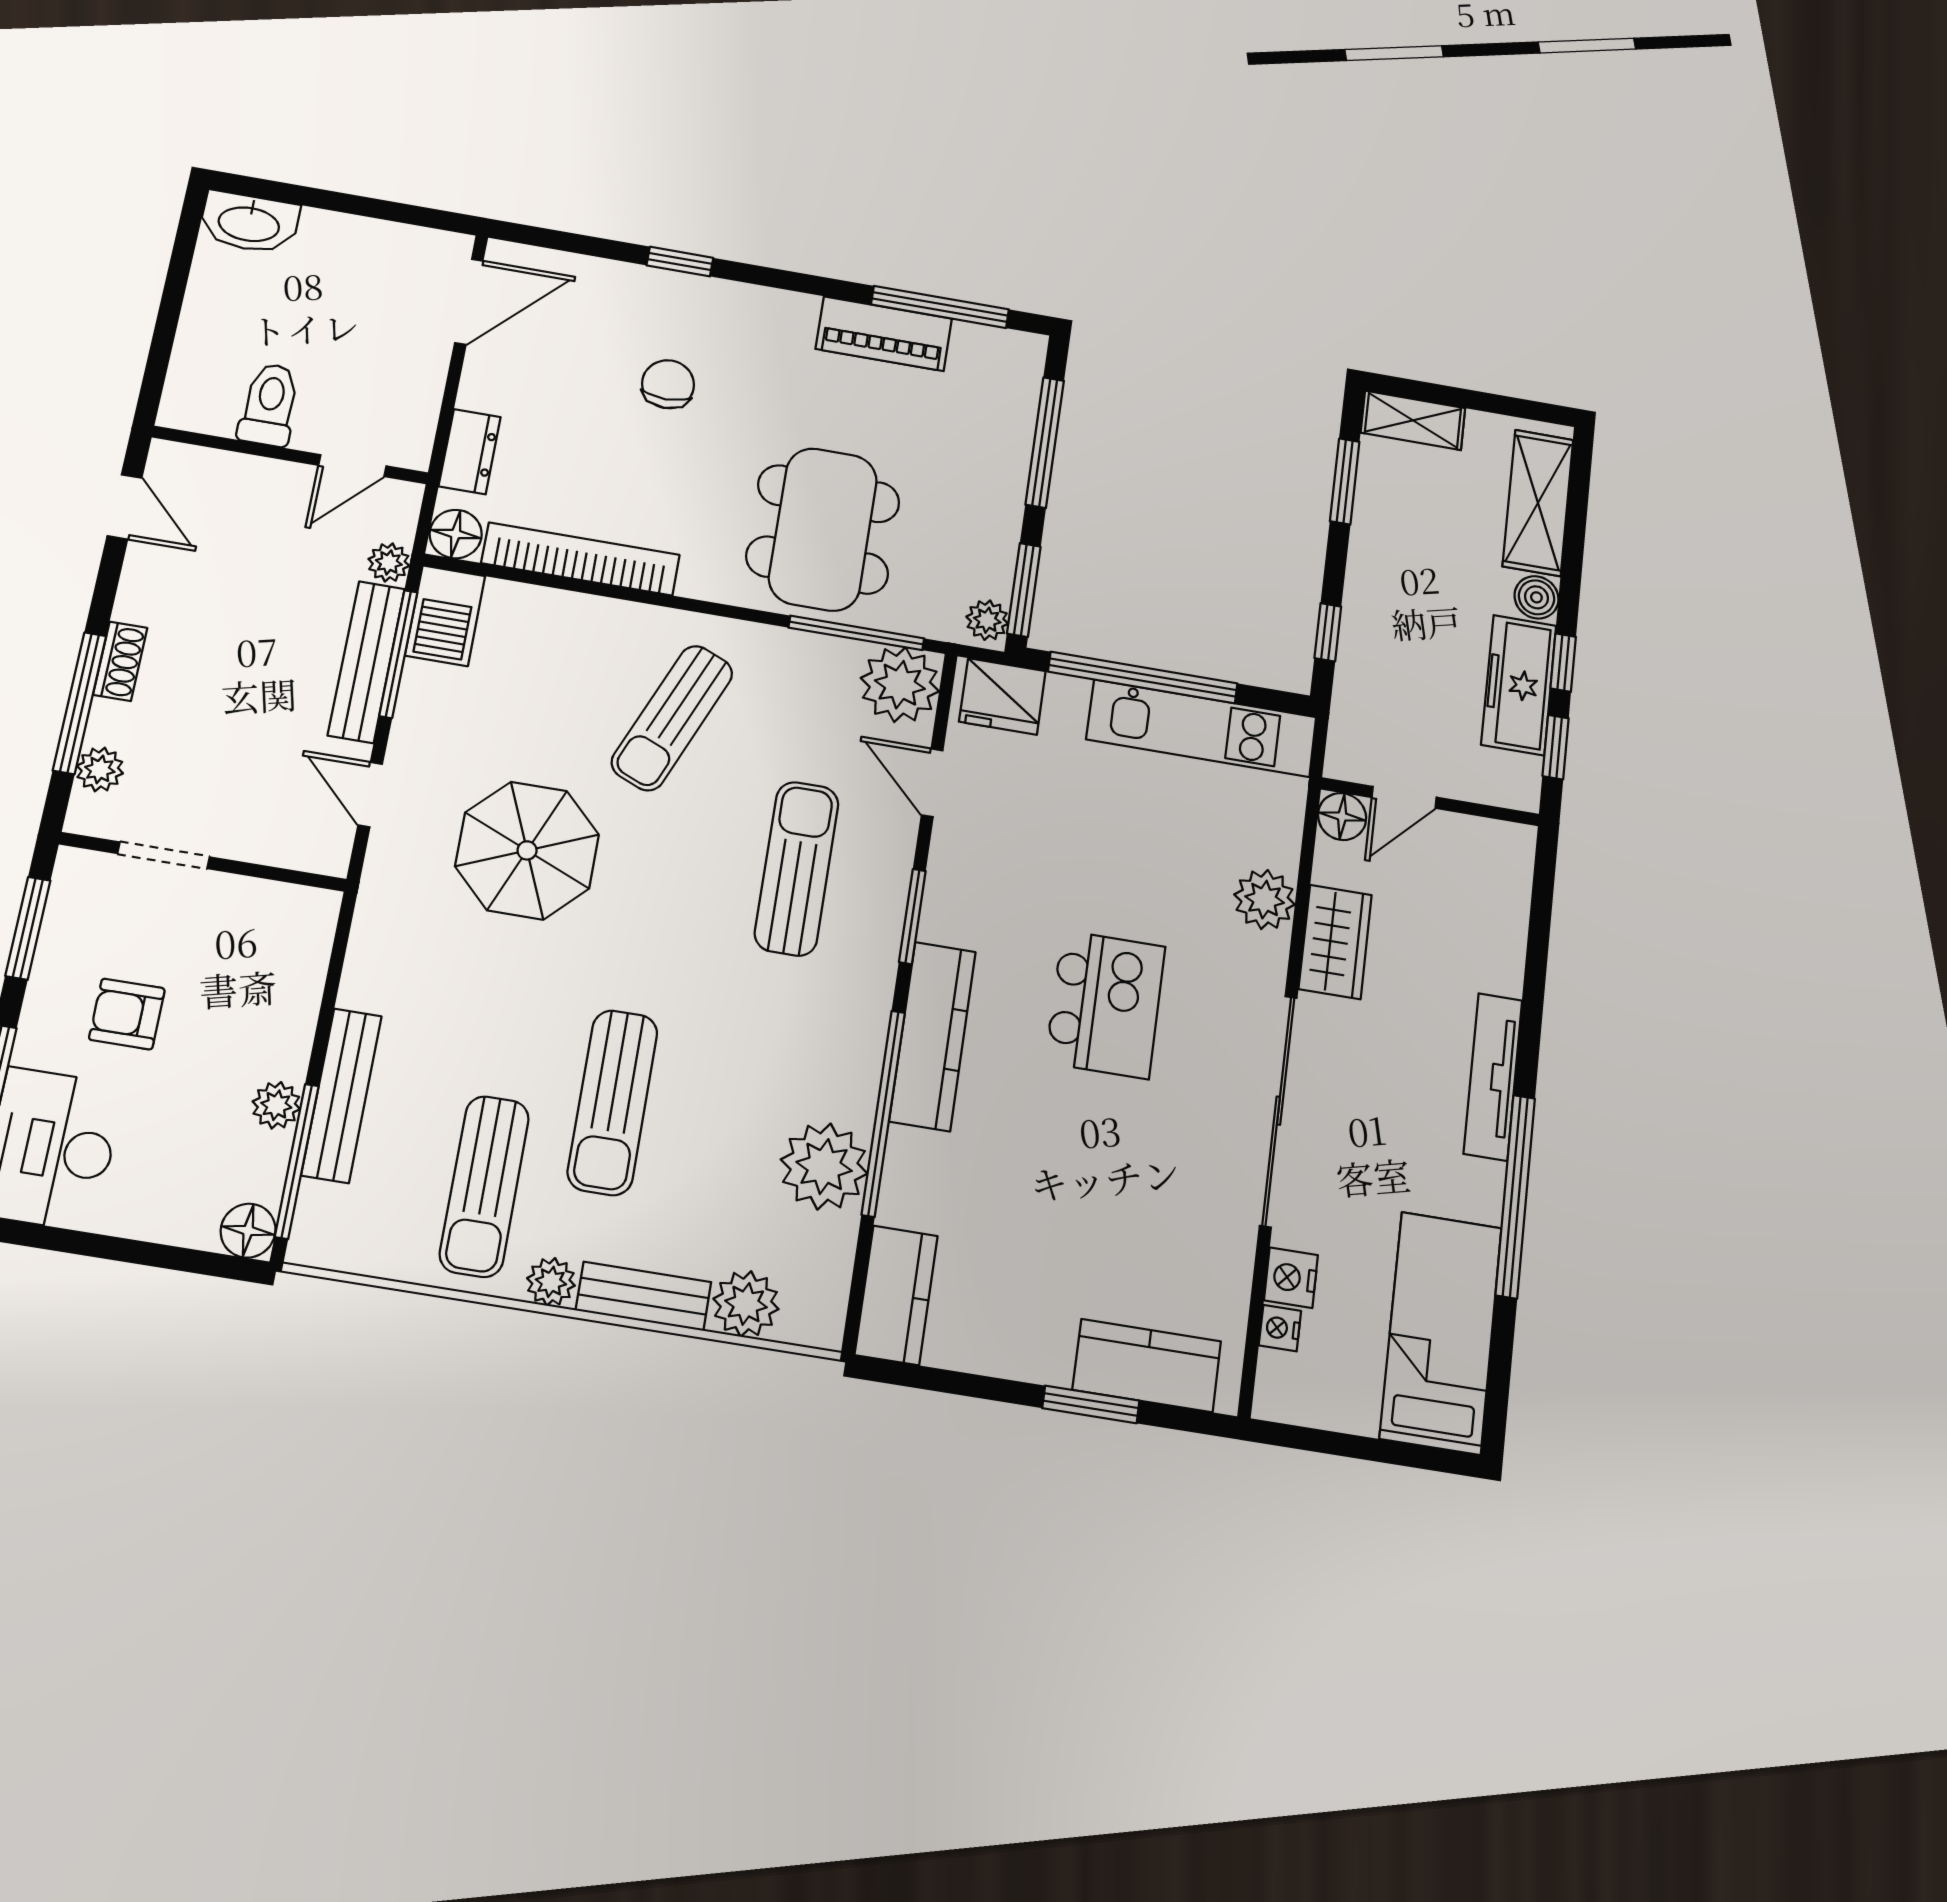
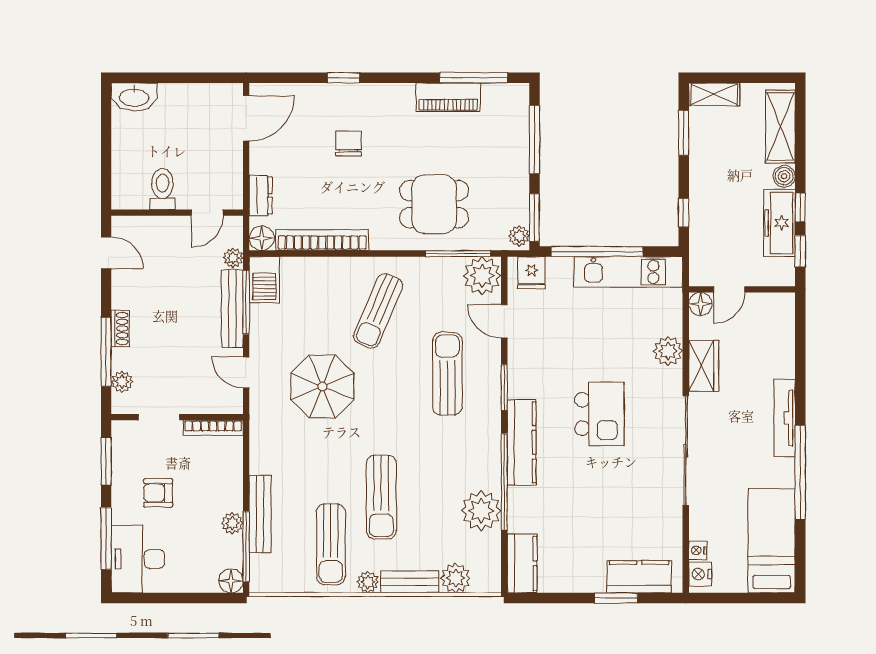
dining table: (823, 529) -> (434, 204), width x0.73
fridge: (1002, 696) -> (531, 273), width x0.72
bookcase: (276, 897) -> (213, 428), added
nightstand: (1291, 1278) -> (700, 574), moved

